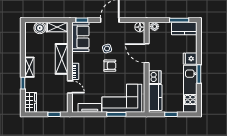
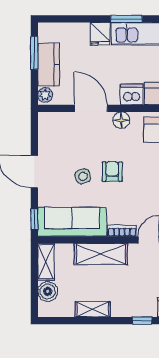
floor lamp: (140, 27) -> (121, 120), moved
kitchen counter: (184, 29) -> (49, 65), moved
sofa: (80, 37) -> (72, 222), width x1.36
door: (147, 53) -> (91, 108), swing flipped
shelving: (29, 67) -> (93, 309), moved

